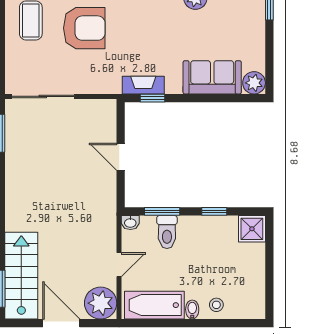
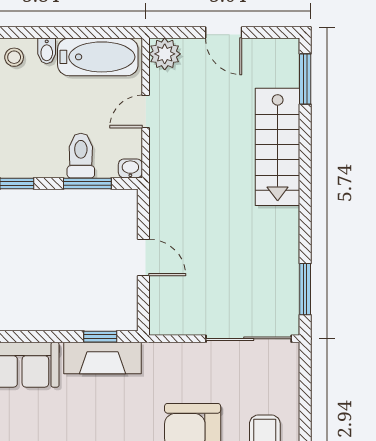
fireplace: (143, 85) -> (102, 358), width x1.37, depth x1.32
stairs: (21, 276) -> (278, 147), moved
plant: (101, 303) -> (165, 54), width x0.73, depth x0.73
door: (61, 323) -> (224, 33), width x0.73

